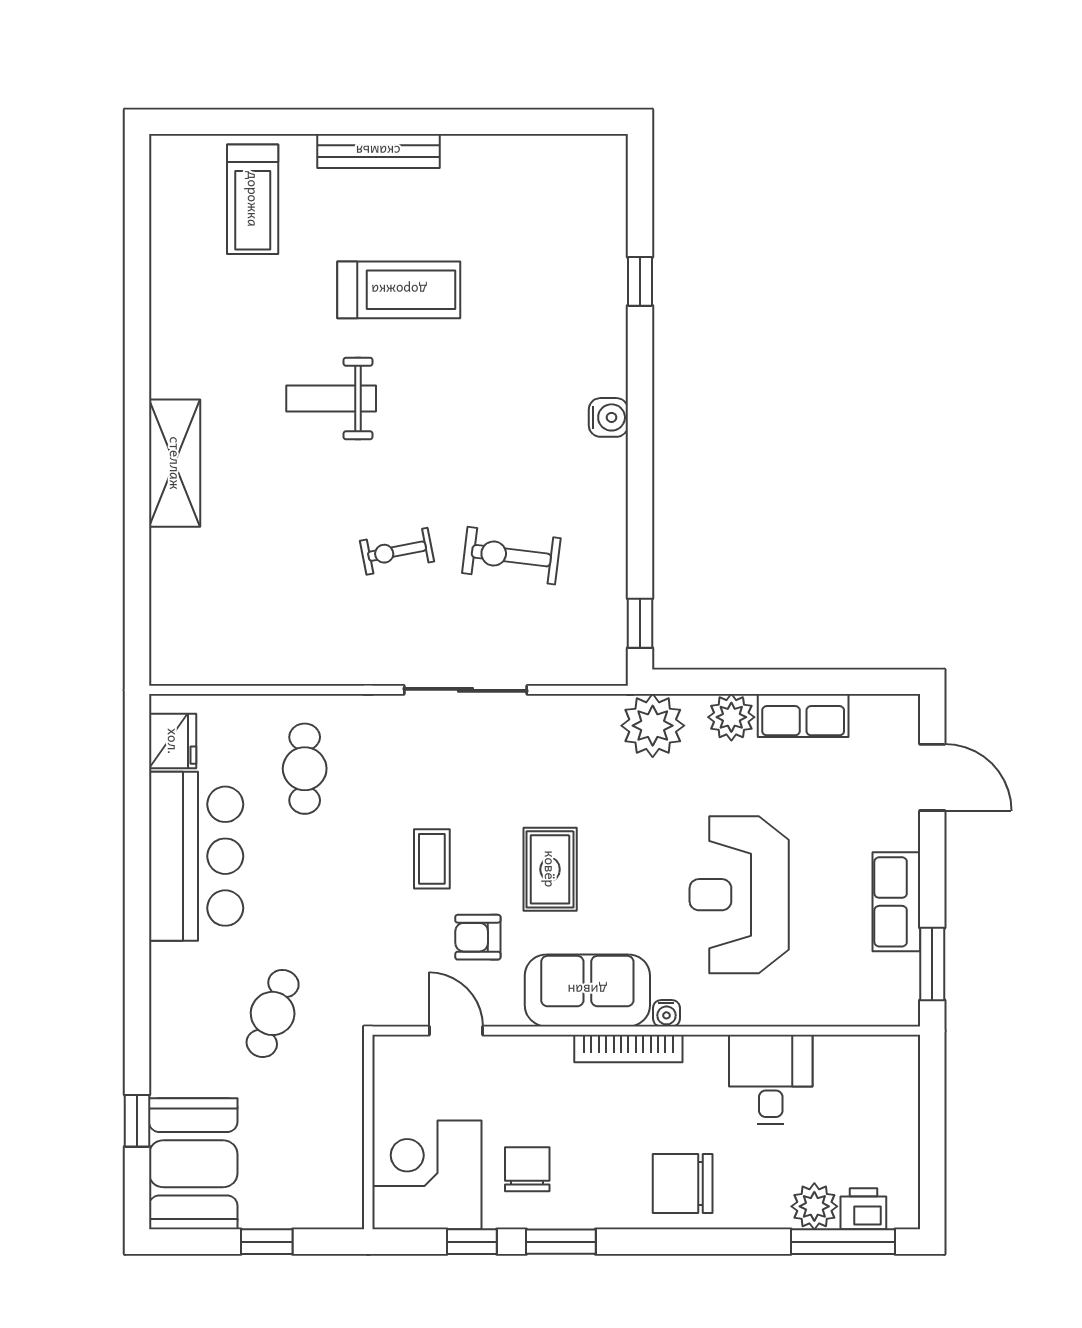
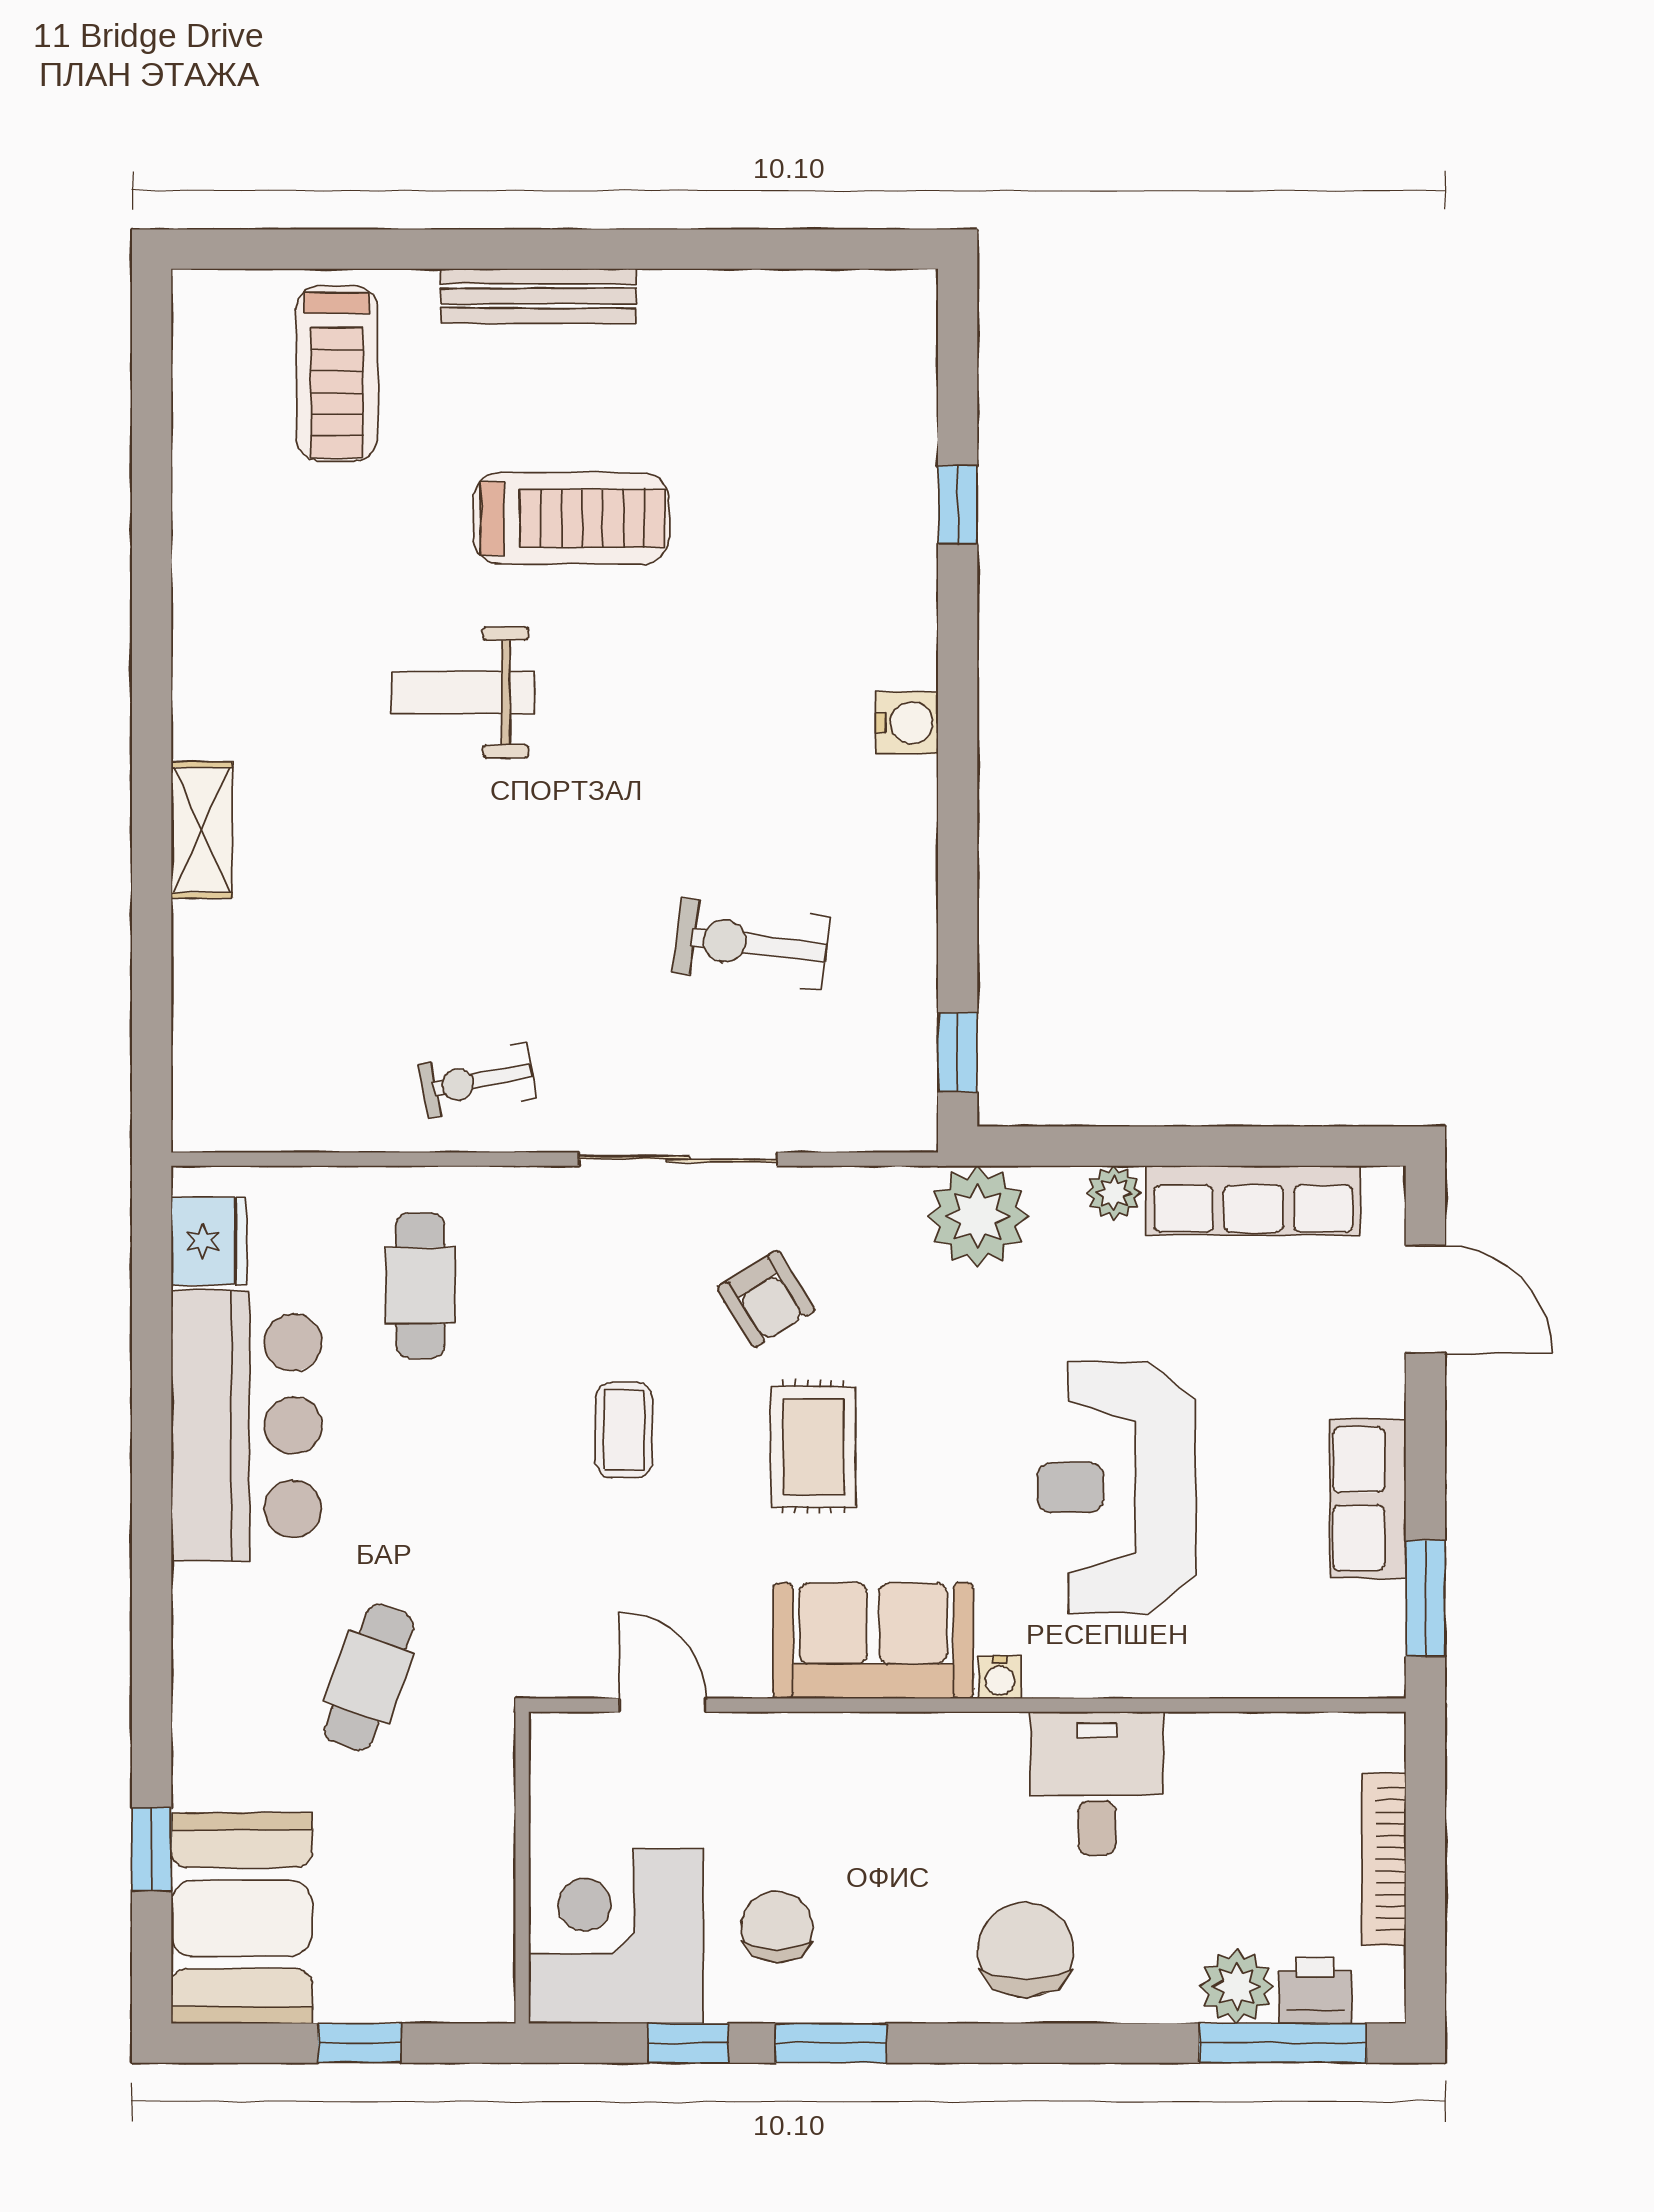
shelving: (175, 463) -> (202, 830), width x0.67, depth x0.75
exercise bike: (397, 551) -> (477, 1081), moved
row of seats: (803, 716) -> (1253, 1200), width x1.48
plant: (731, 717) -> (1114, 1193), width x0.73, depth x0.73
armchair: (478, 937) -> (766, 1299), moved, turned -122
bookcase: (628, 1049) -> (1384, 1859), moved, turned 90
desk: (771, 1080) -> (1097, 1783), moved
chair: (683, 1183) -> (1026, 1950), turned 90

